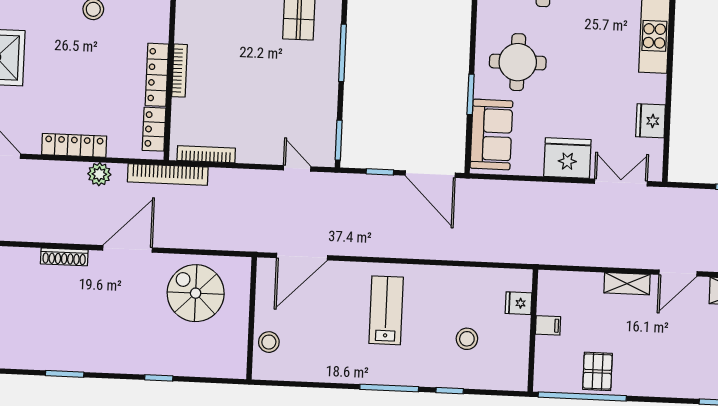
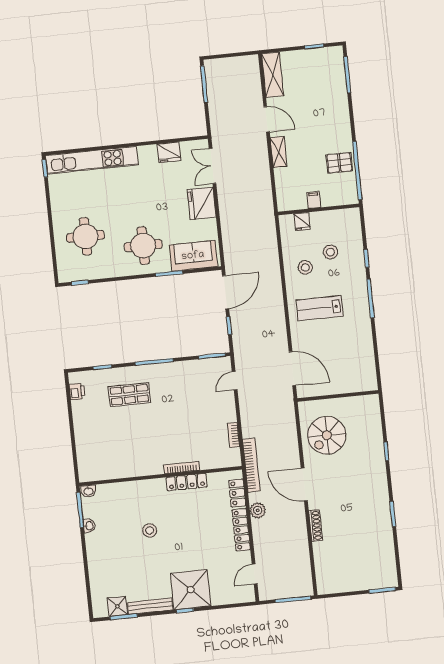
locker: (154, 129) -> (237, 493), moved, turned 90
bookcase: (206, 154) -> (234, 435), width x0.64
stool: (269, 342) -> (305, 267), moved

